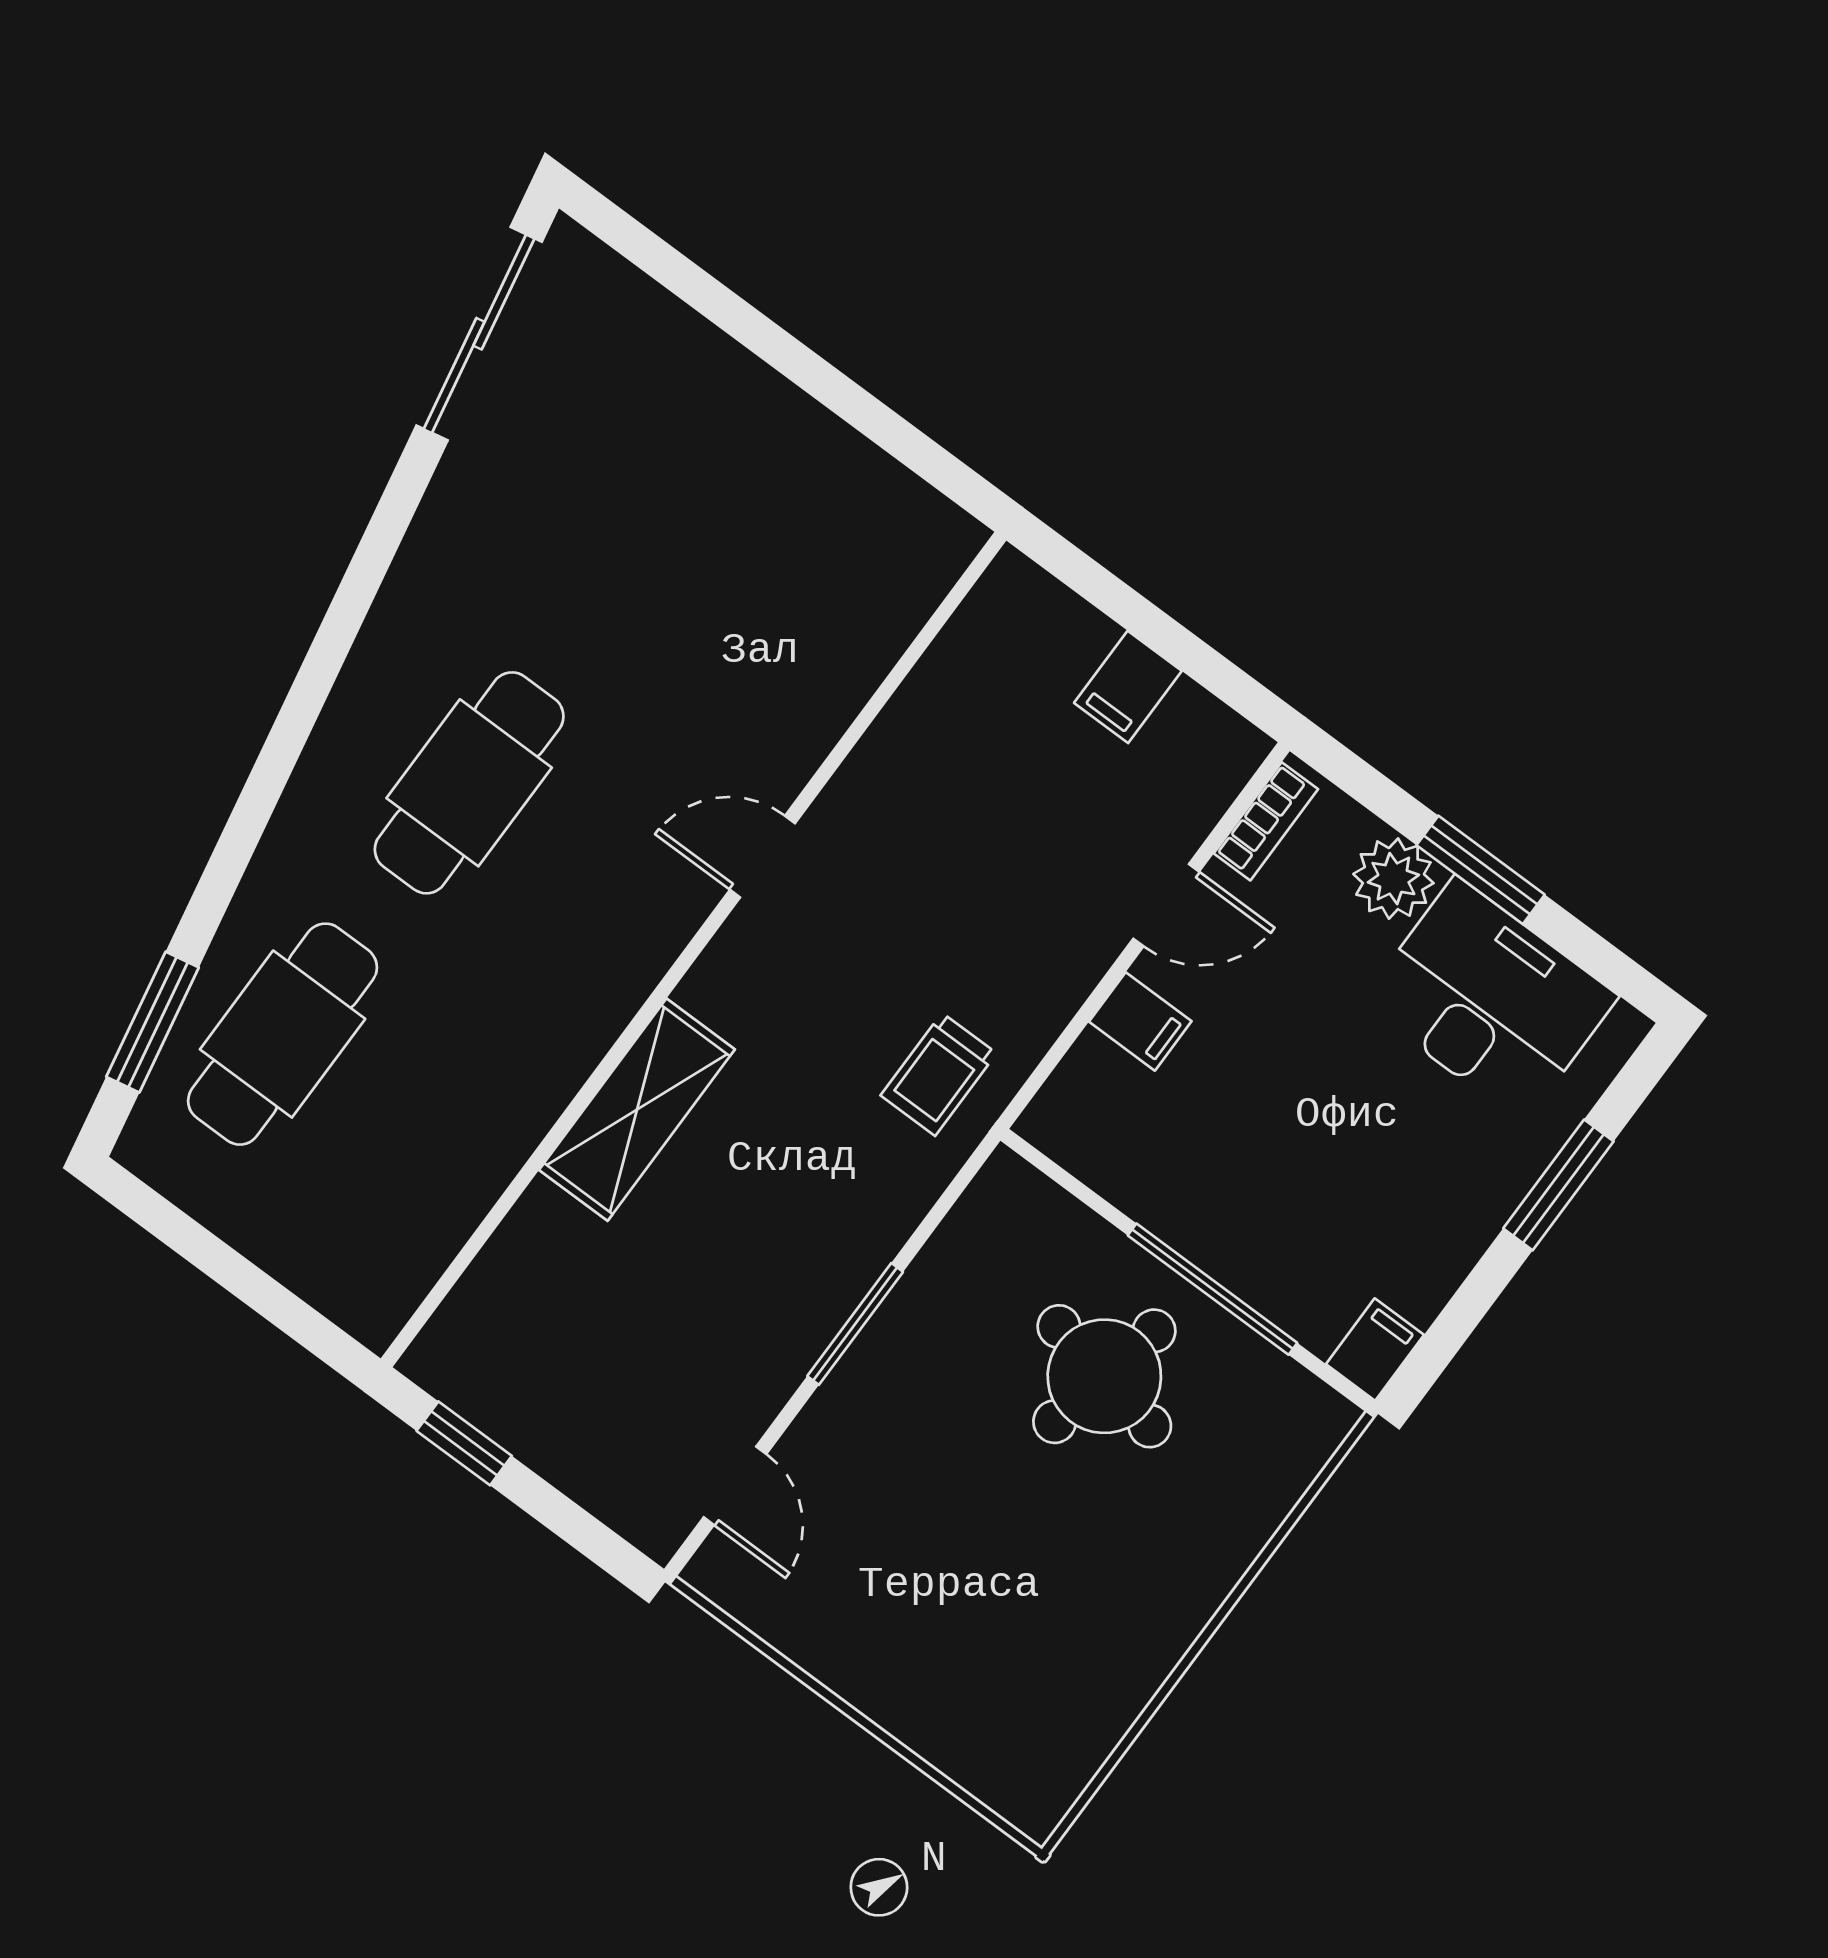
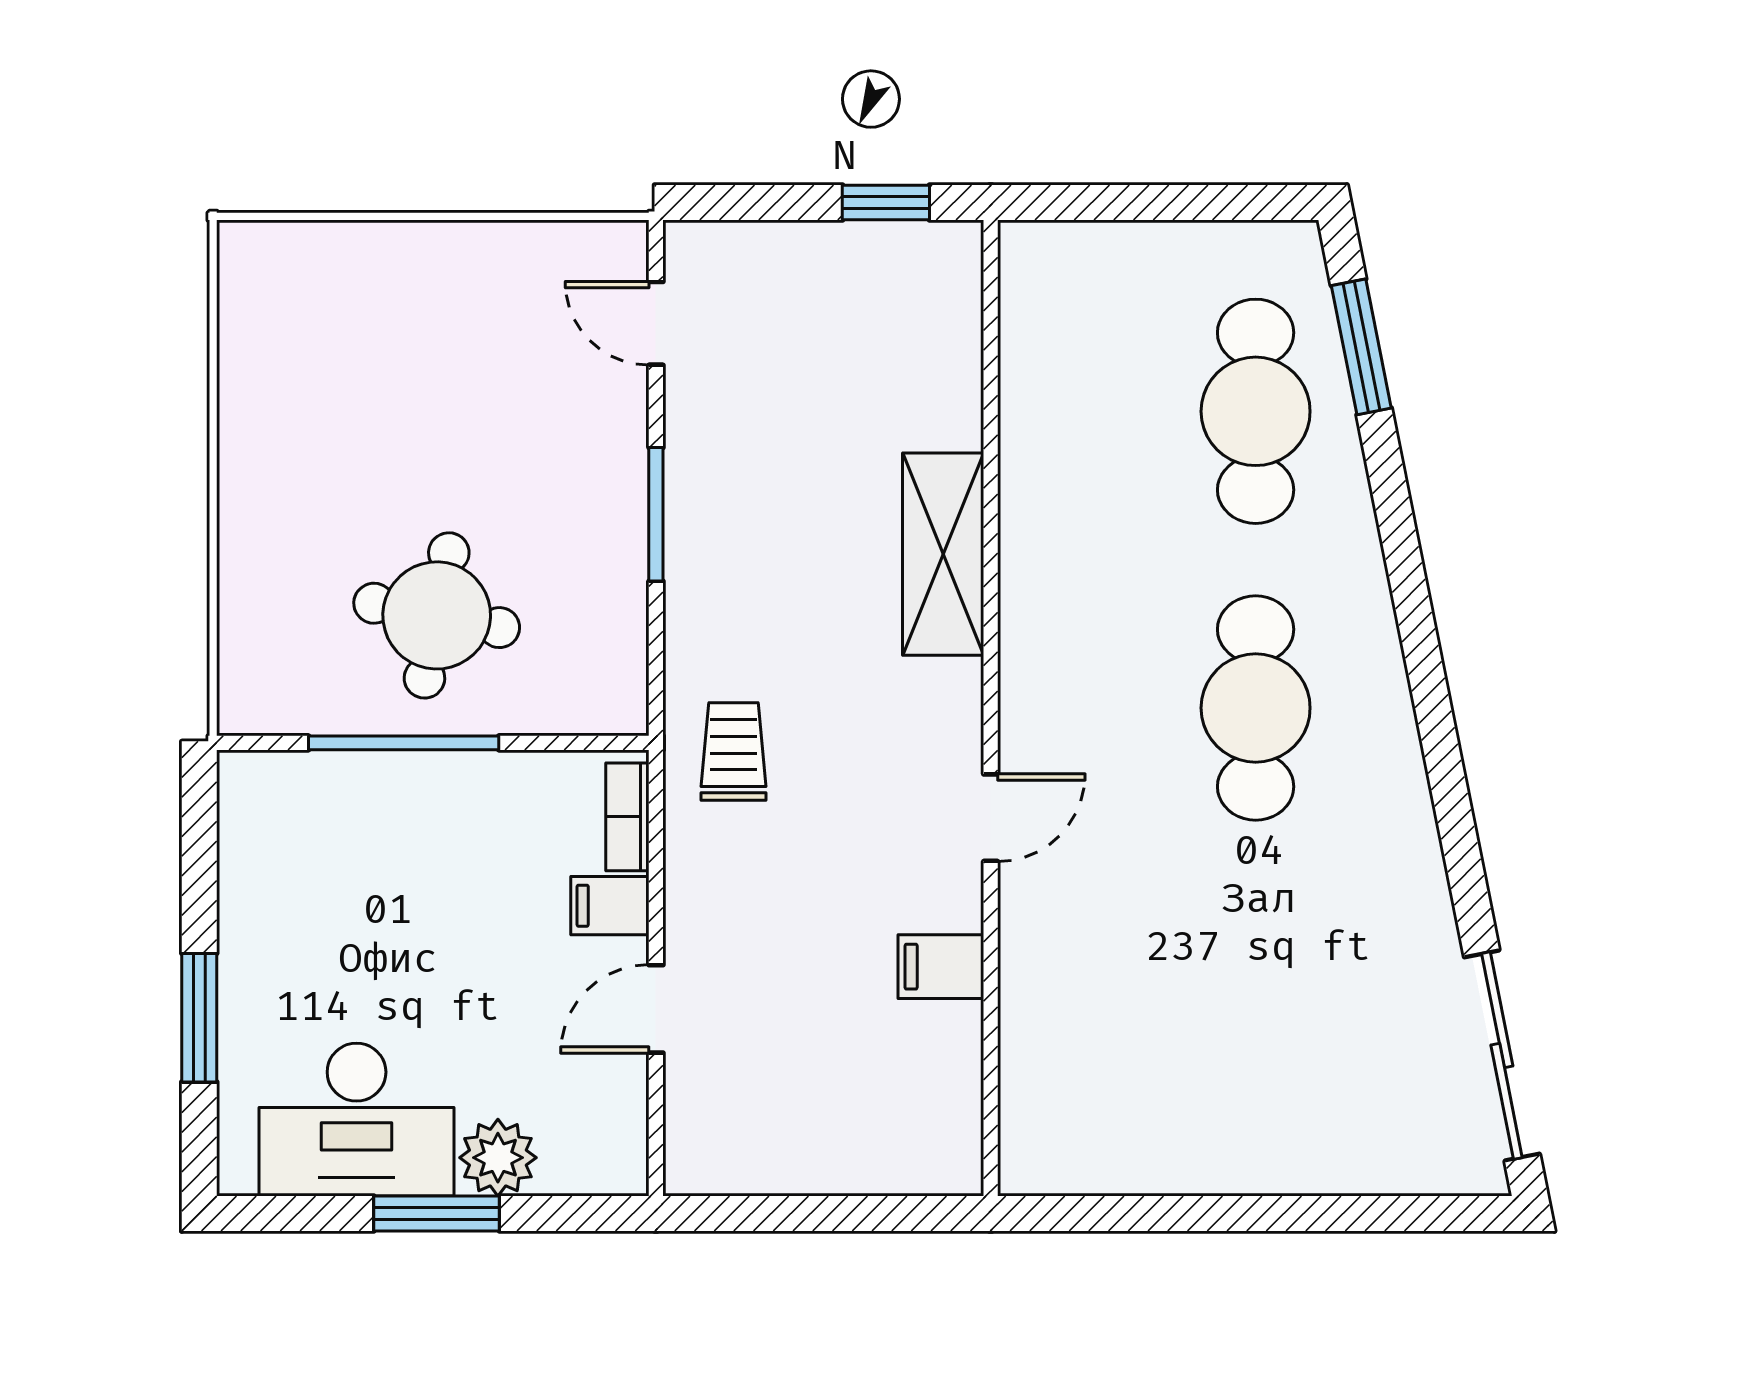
filing cabinet: (1128, 687) -> (941, 967), moved, turned -90
bookcase: (1266, 821) -> (627, 817), moved
filing cabinet: (1375, 1350) -> (246, 789), removed

